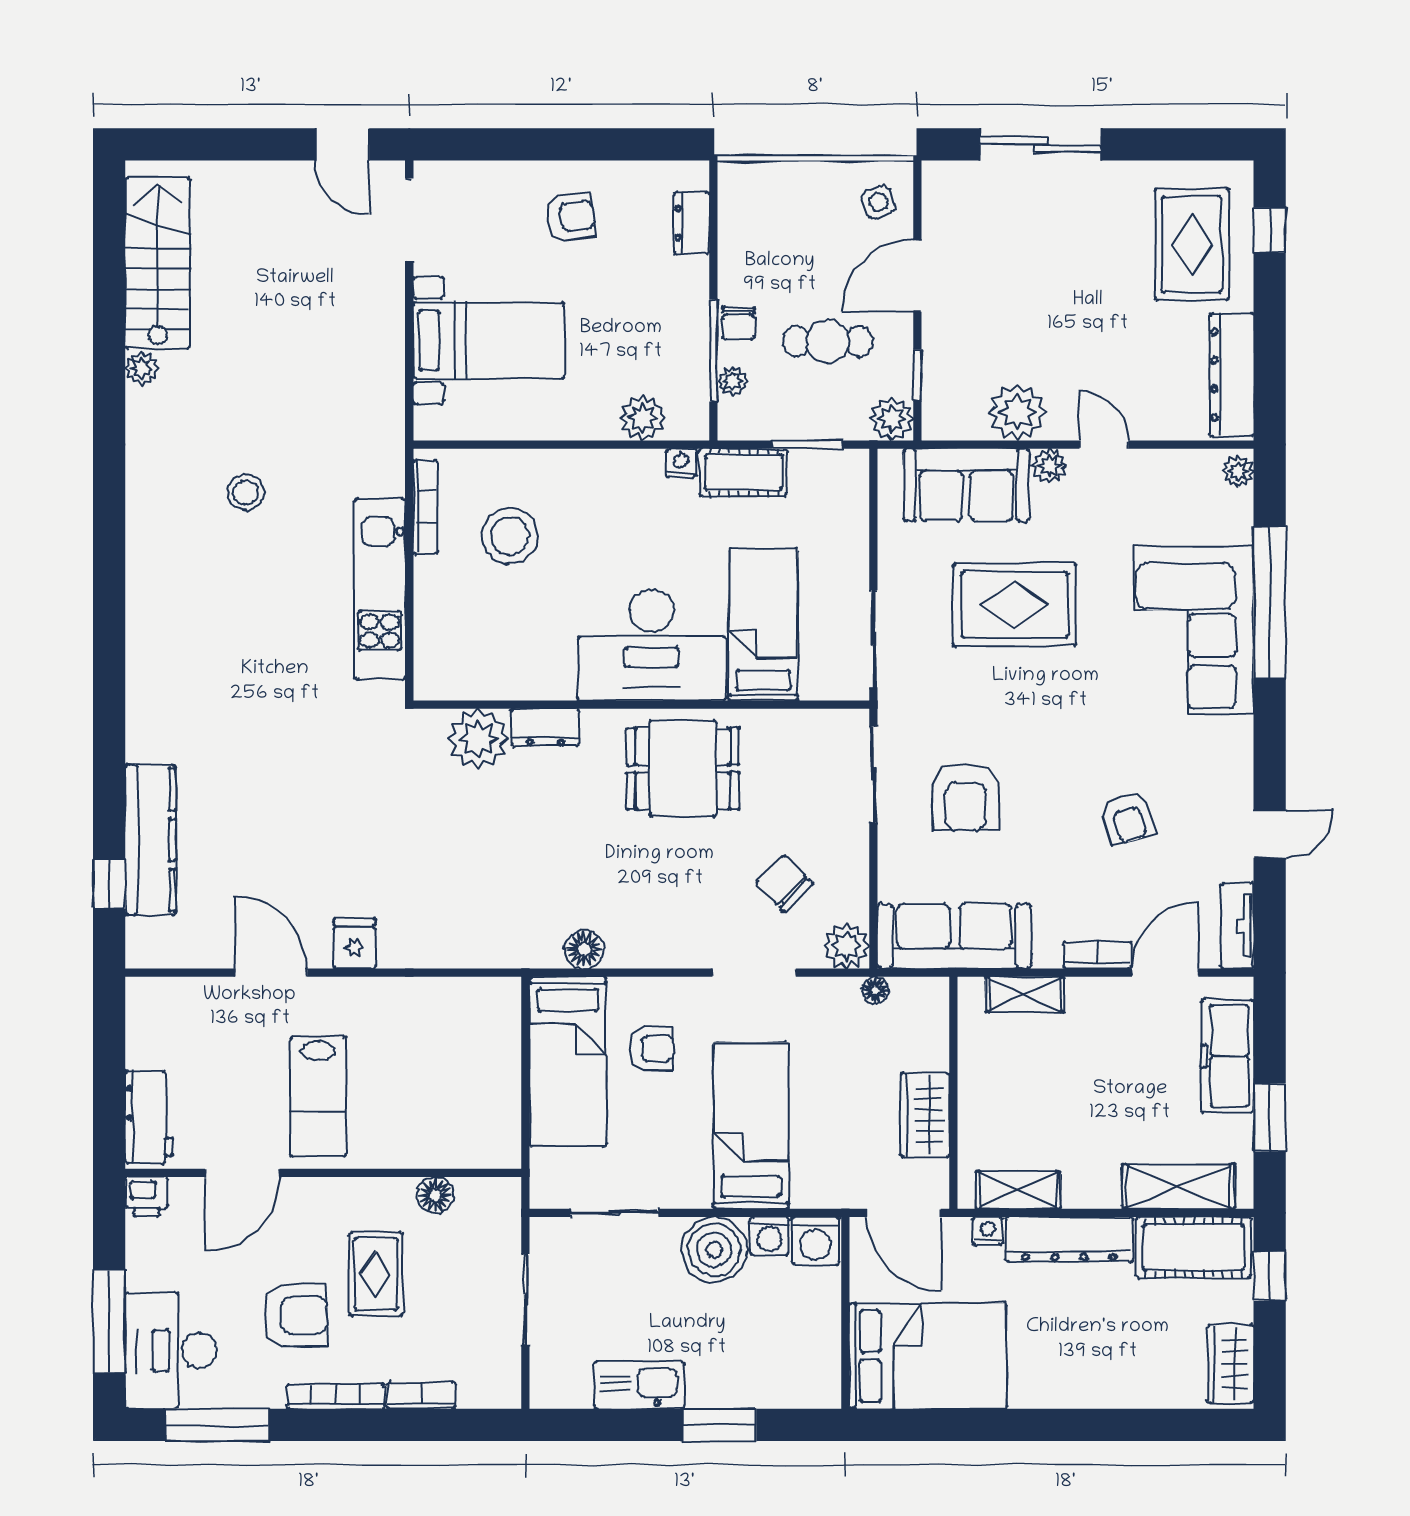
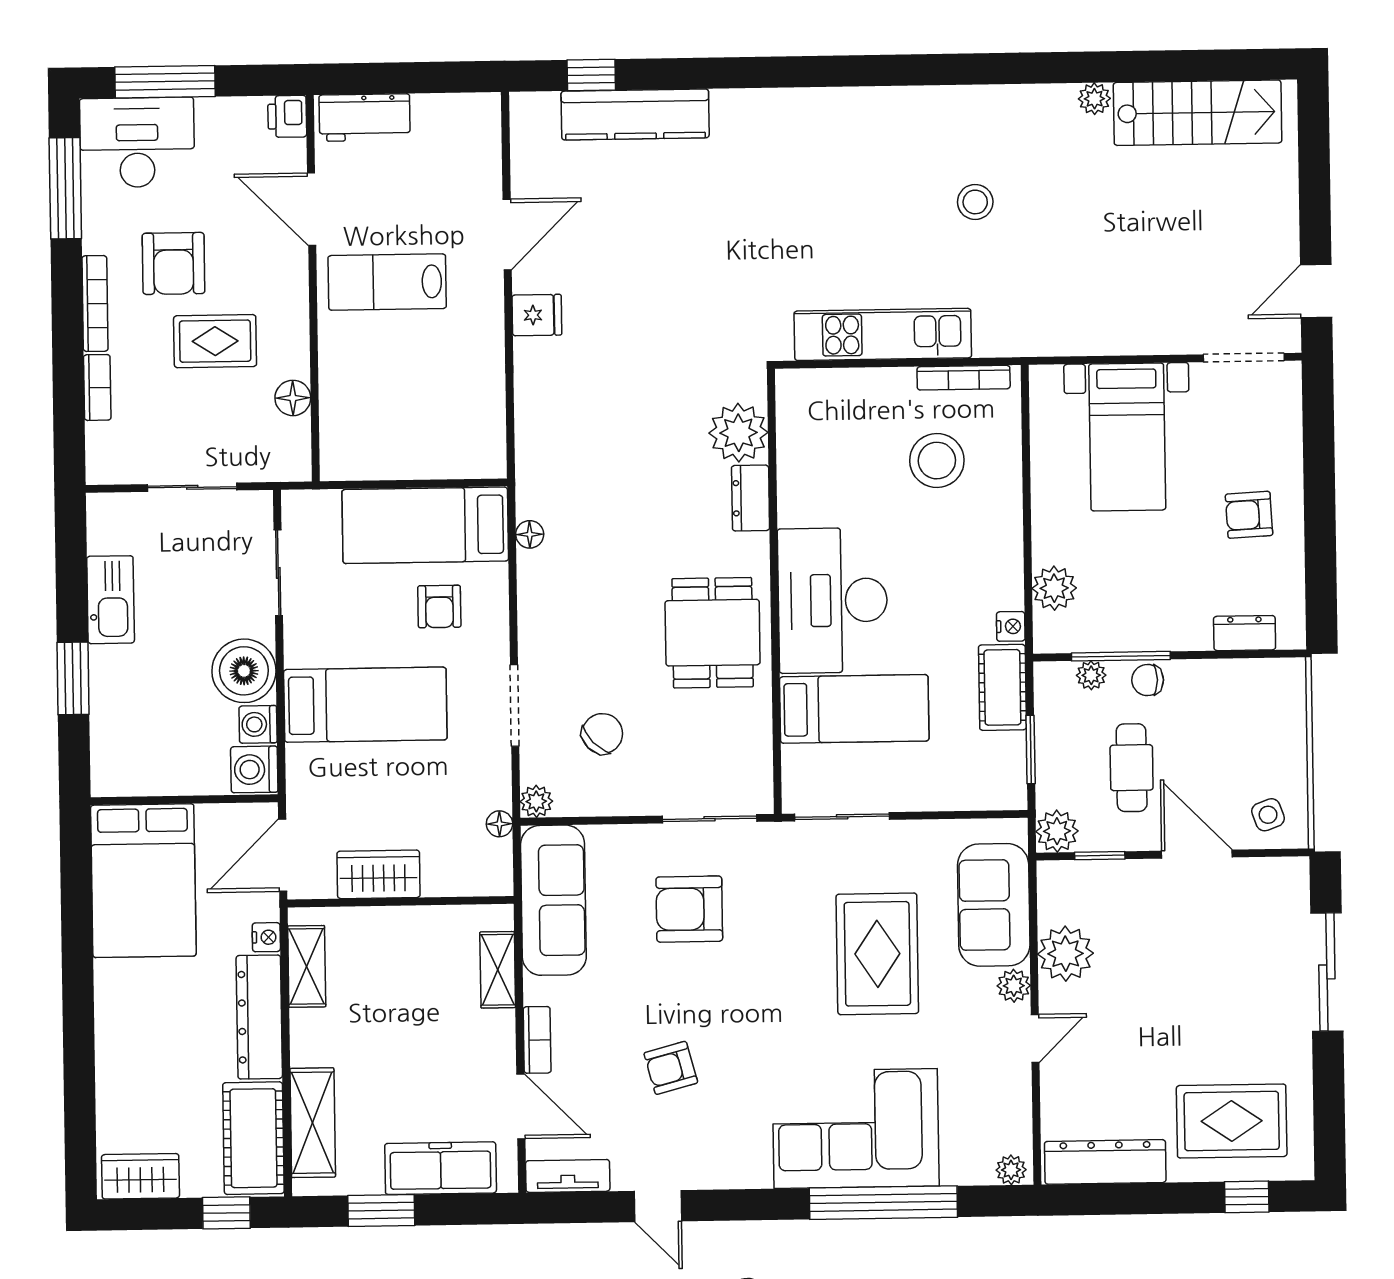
armchair: (571, 217) -> (1249, 515), turned 95
plant: (847, 946) -> (536, 801), width x0.73, depth x0.73
floor lamp: (584, 949) -> (530, 534), width x0.73, depth x0.73

